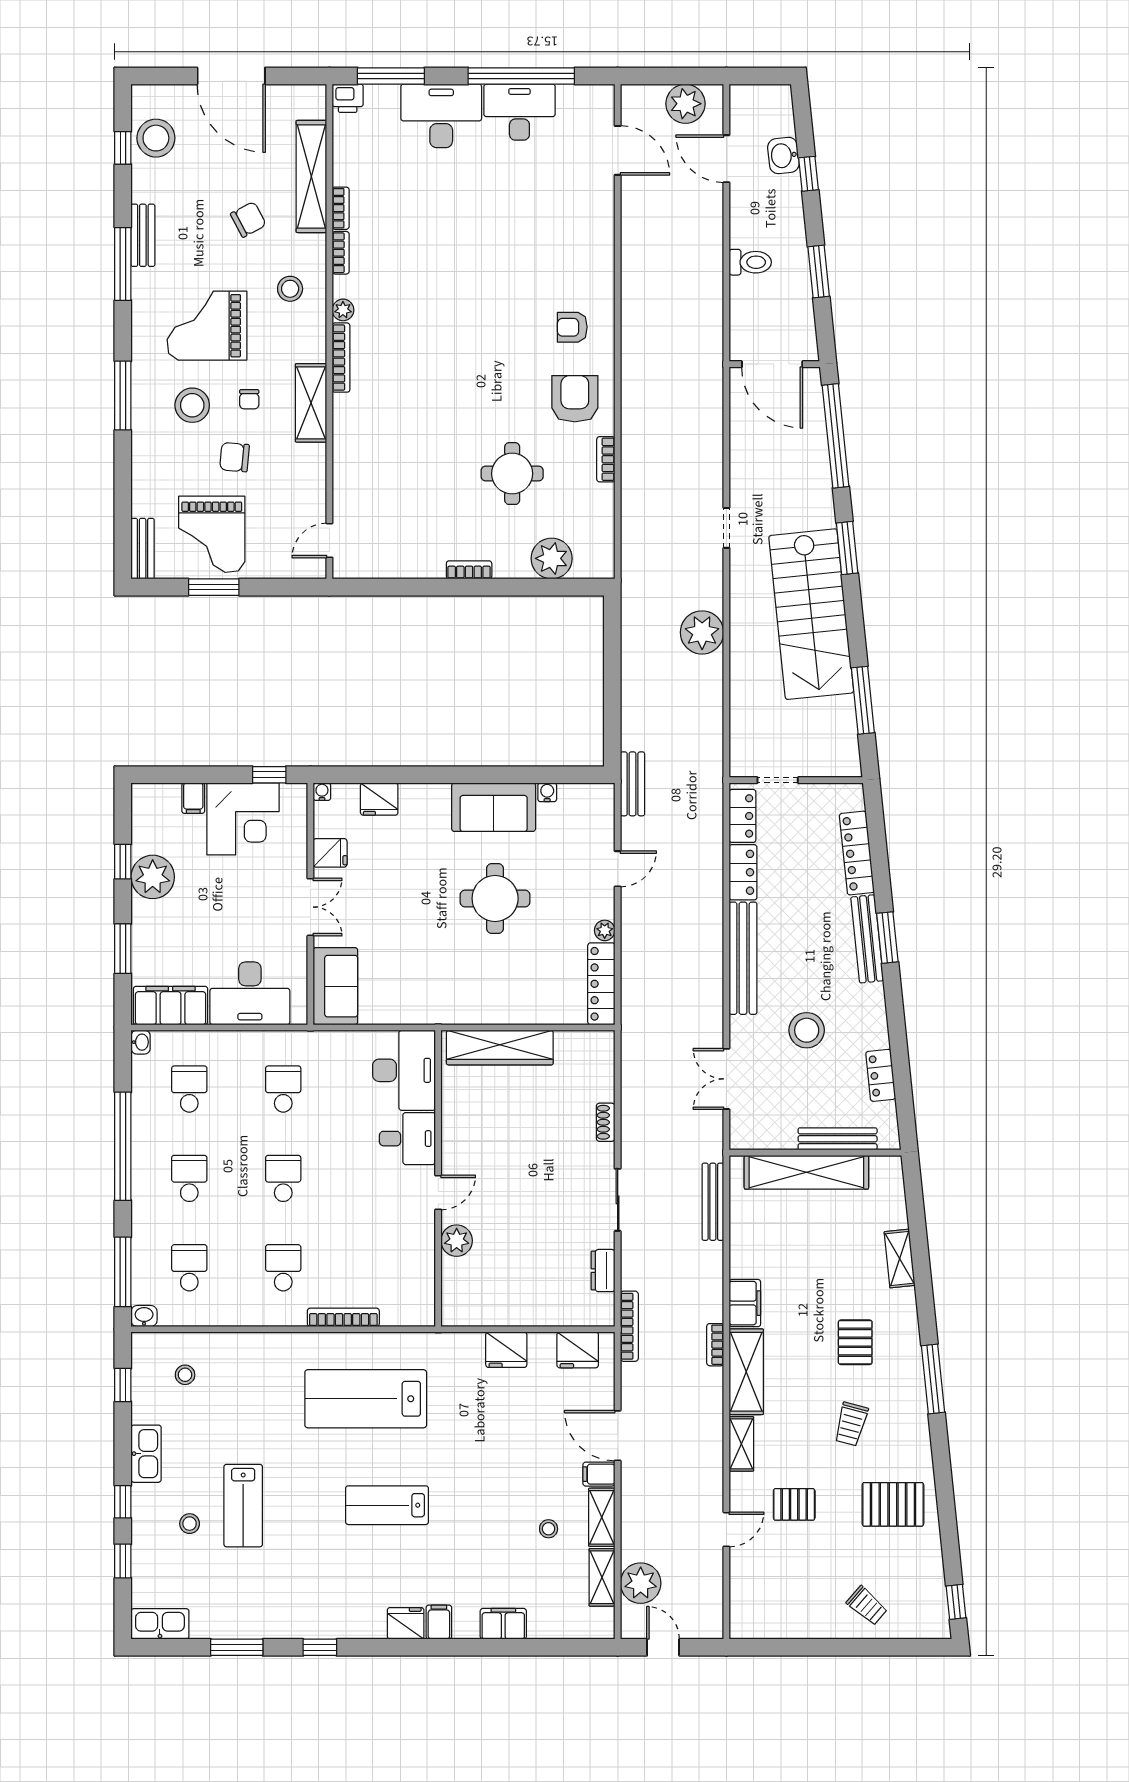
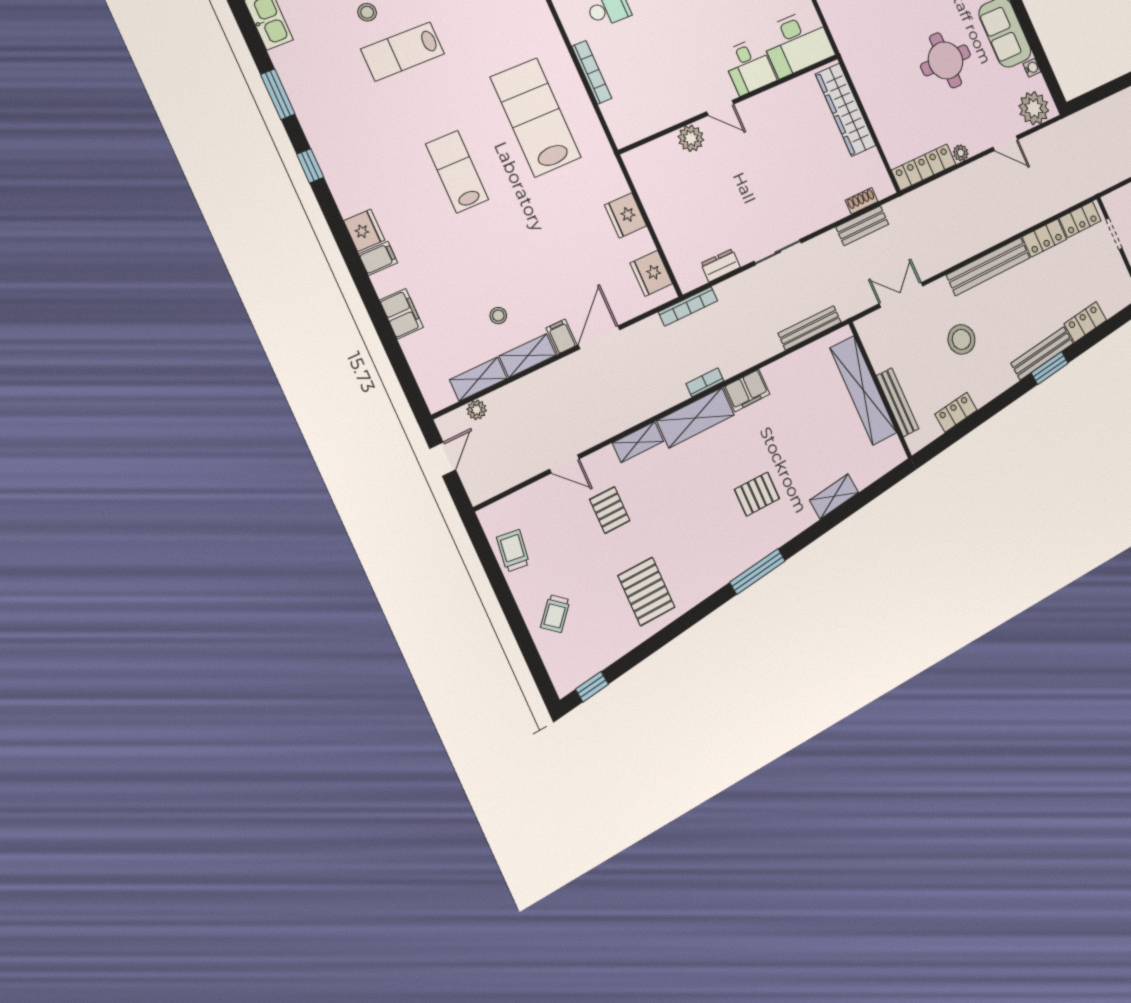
bench: (633, 784) -> (862, 226), moved
plant: (594, 813) -> (1034, 108), added
locker: (857, 853) -> (1085, 322), width x0.66
shoe rack: (606, 1122) -> (862, 201), moved
trolley: (851, 1424) -> (513, 551), moved, turned 83
plant: (641, 1583) -> (477, 410), width x0.53, depth x0.53

